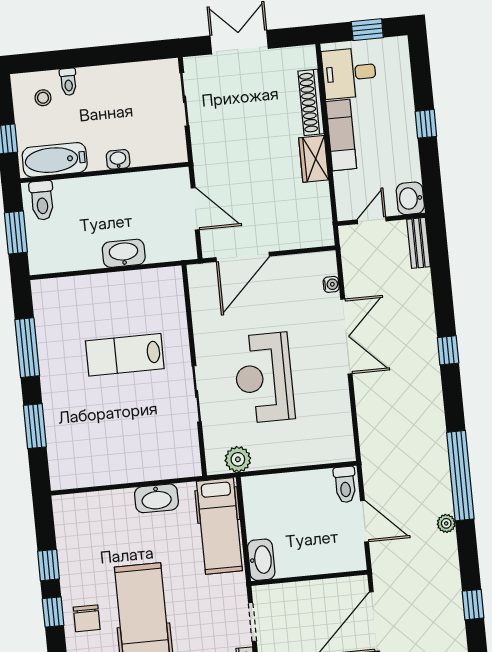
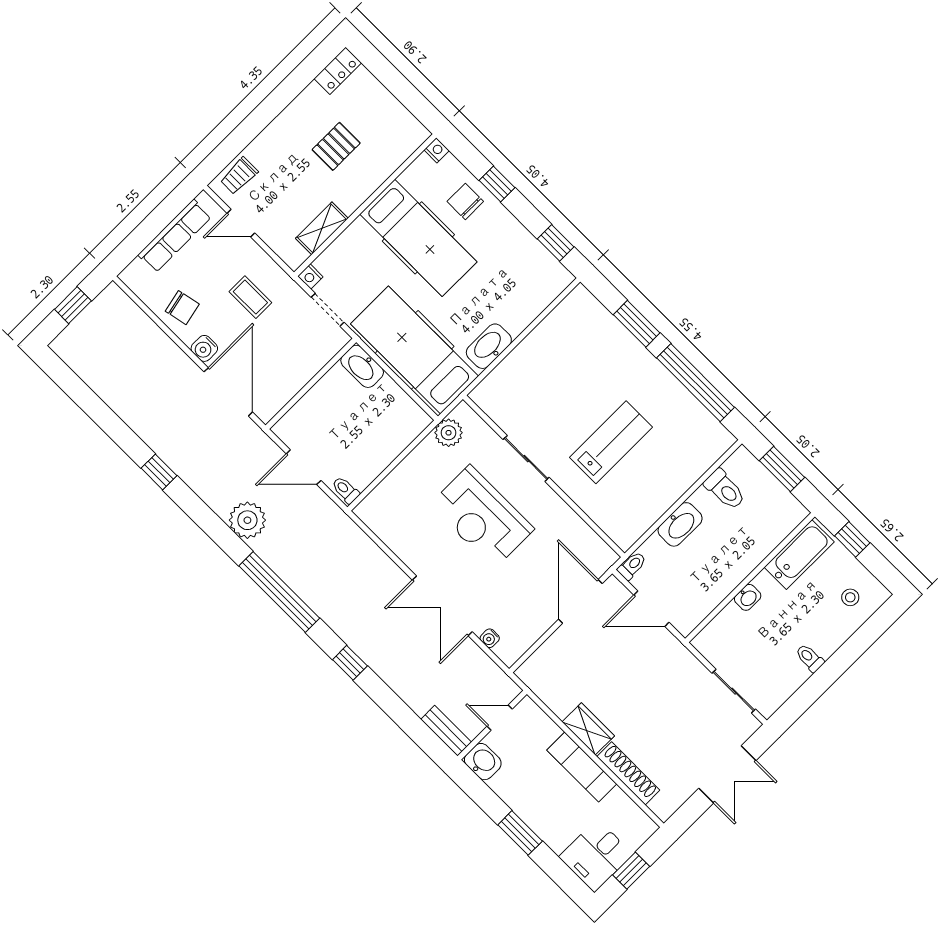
desk: (349, 73) -> (596, 855), moved, turned 180
toilet: (68, 82) -> (810, 658), moved
window: (426, 124) -> (520, 833), width x1.50
toilet: (42, 200) -> (725, 489), moved, turned 180
door: (372, 220) -> (500, 718), swing flipped
toilet: (184, 252) -> (632, 566), added
window: (27, 348) -> (695, 383), width x1.46
reception desk: (264, 378) -> (482, 517), turned 180
window: (460, 476) -> (279, 592), moved
toilet: (345, 485) -> (346, 490), width x0.73, depth x0.72
plant: (446, 523) -> (247, 520), width x1.88, depth x1.88
hospital bed: (219, 526) -> (414, 350), width x1.37, depth x1.29
window: (49, 565) -> (556, 243), moved

